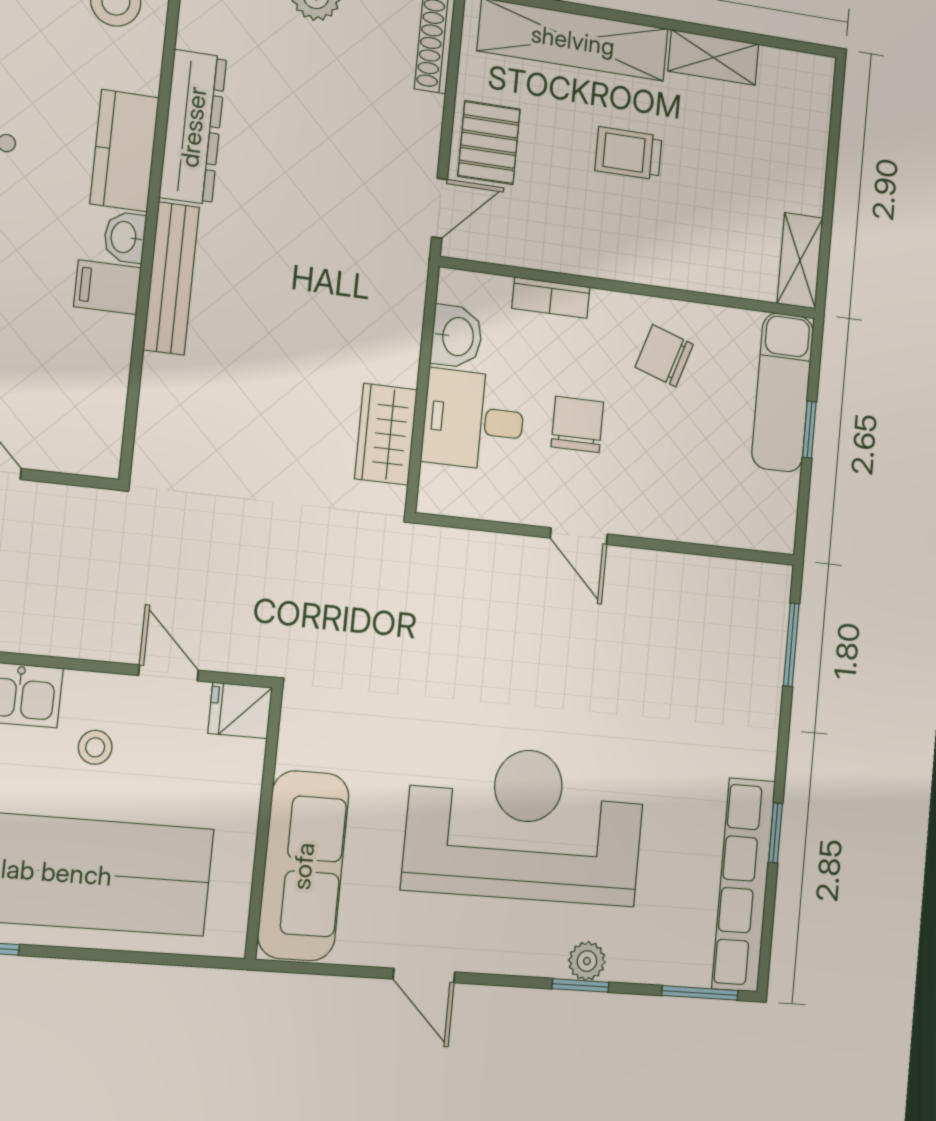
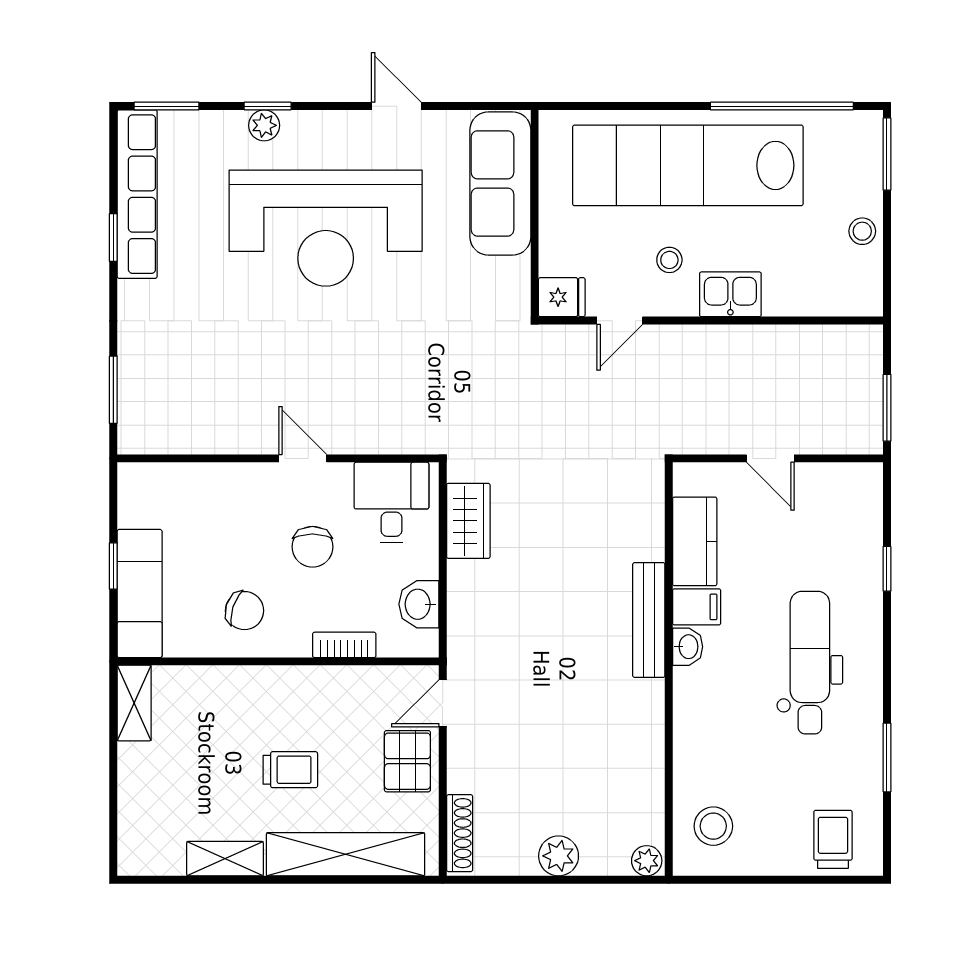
dresser: (193, 127) -> (644, 738), removed
kitchen counter: (124, 151) -> (695, 541), moved
desk: (474, 420) -> (392, 502), moved, turned -90
door: (168, 673) -> (620, 321), hinge flipped

